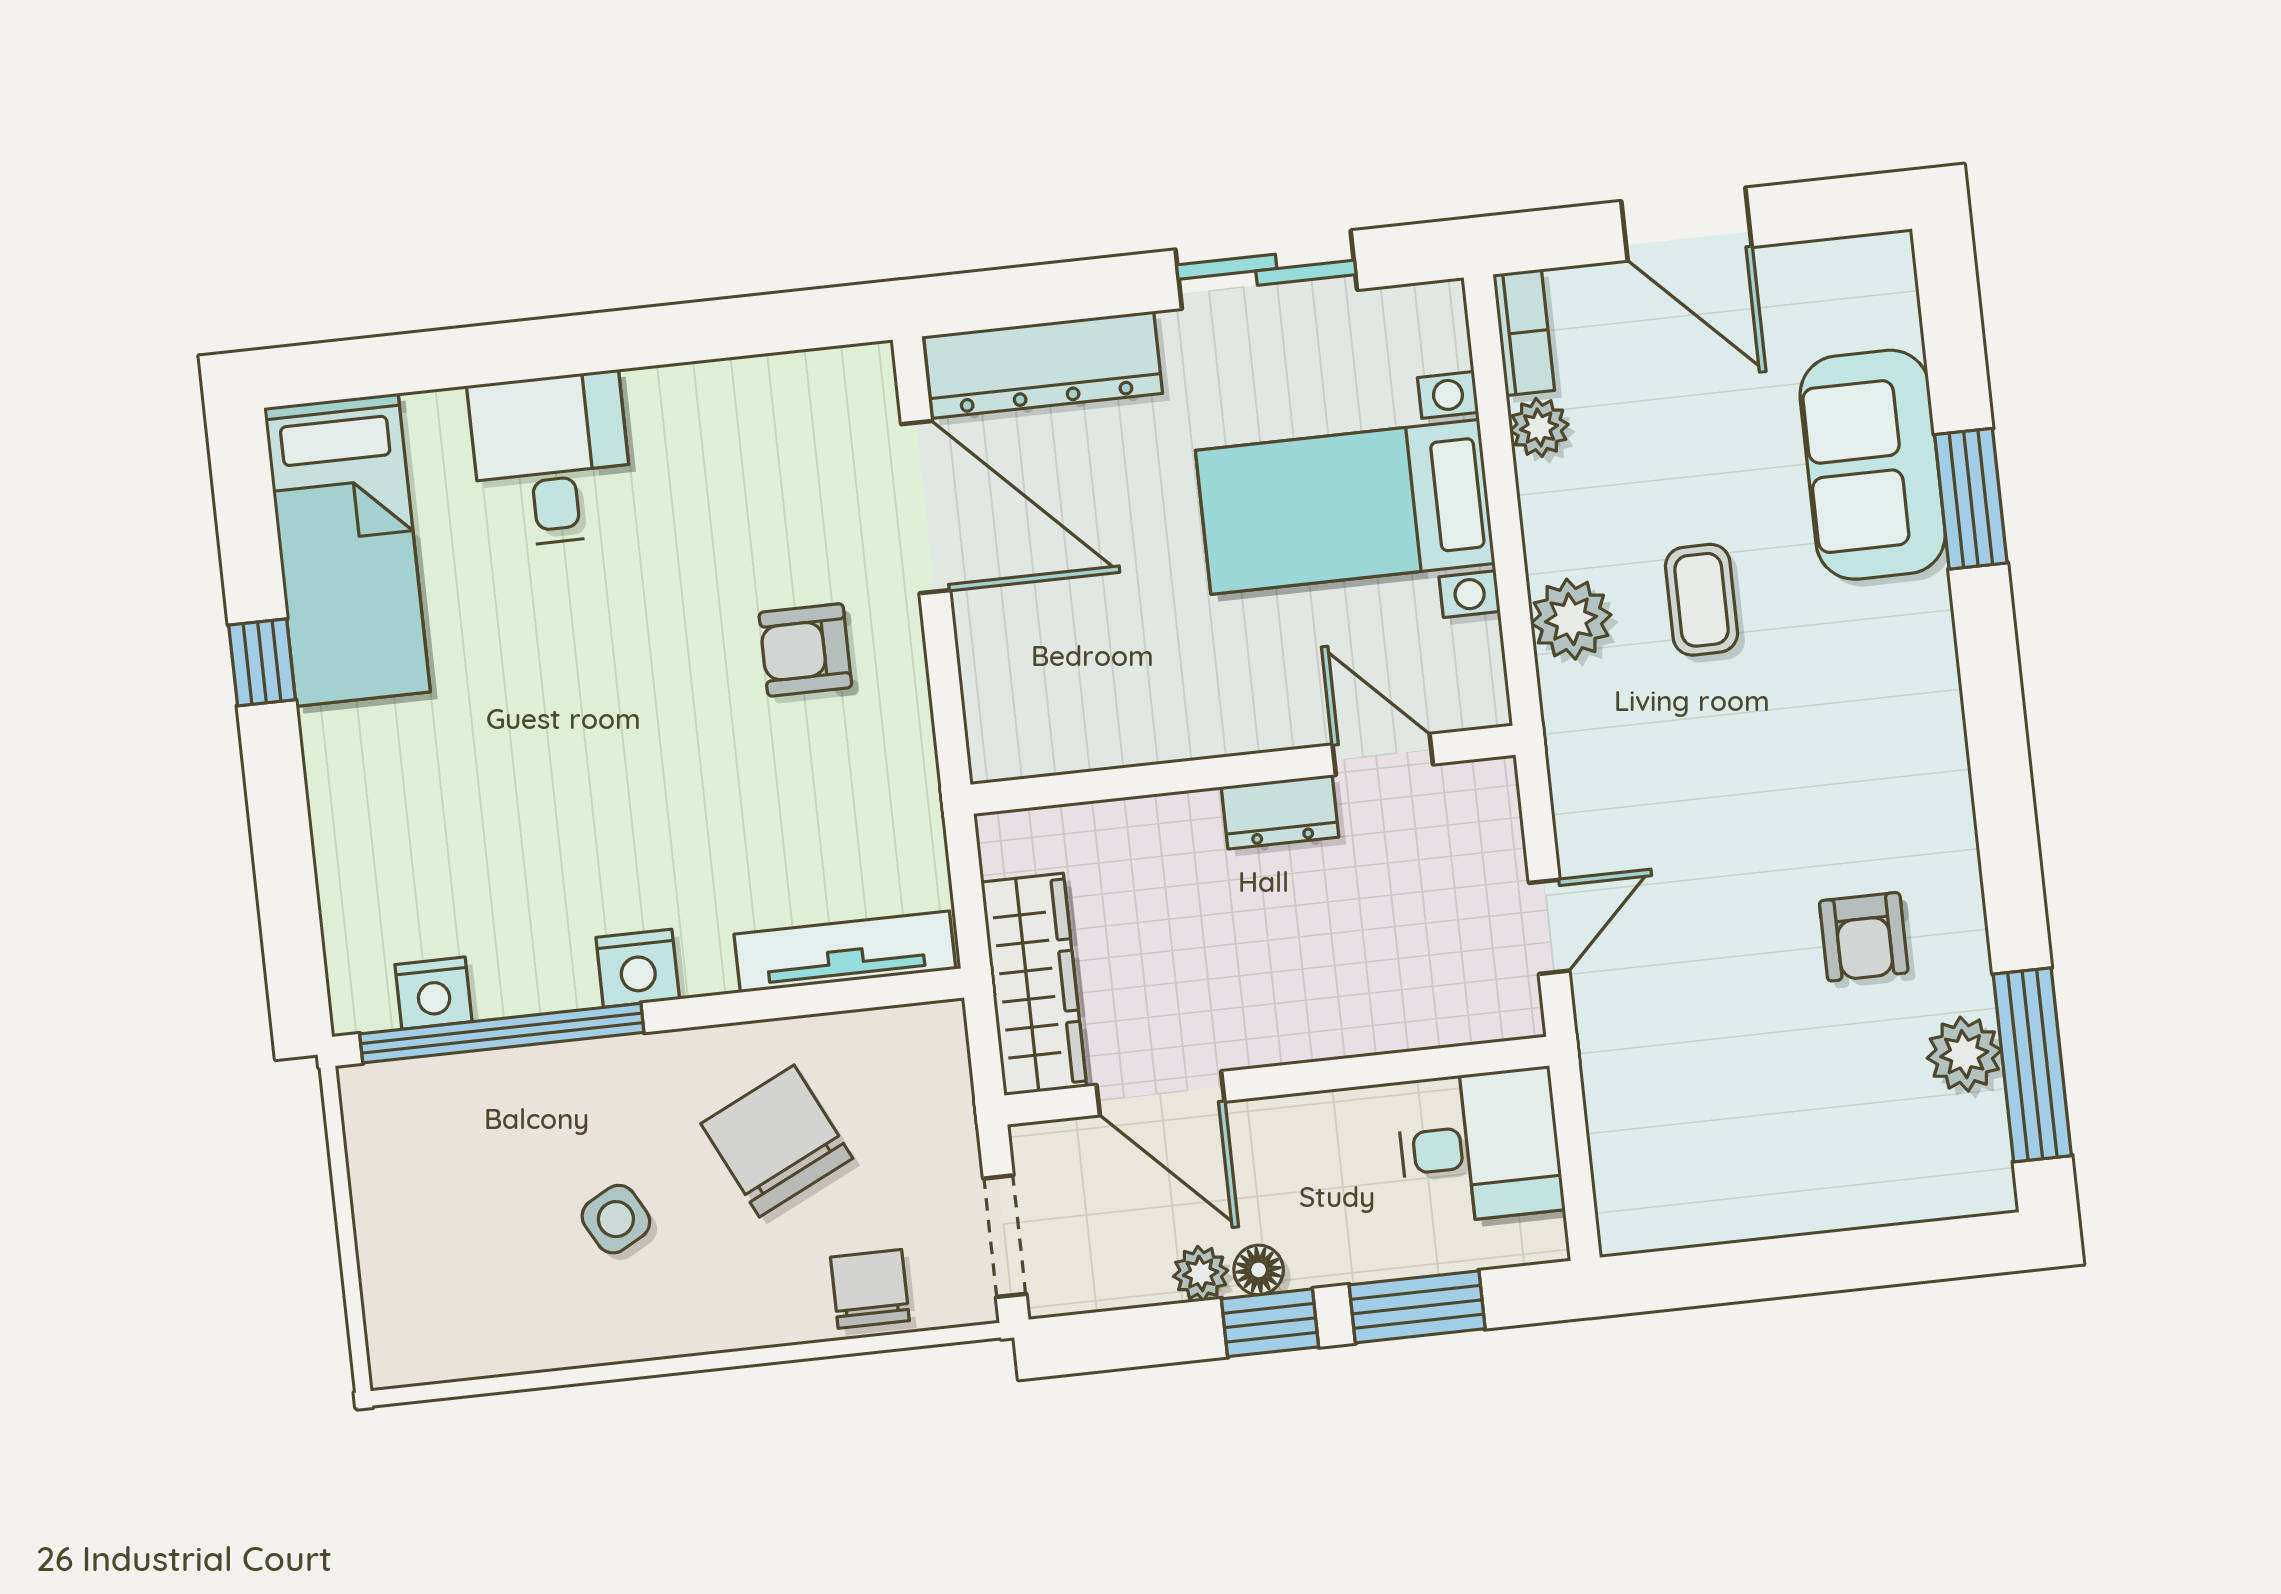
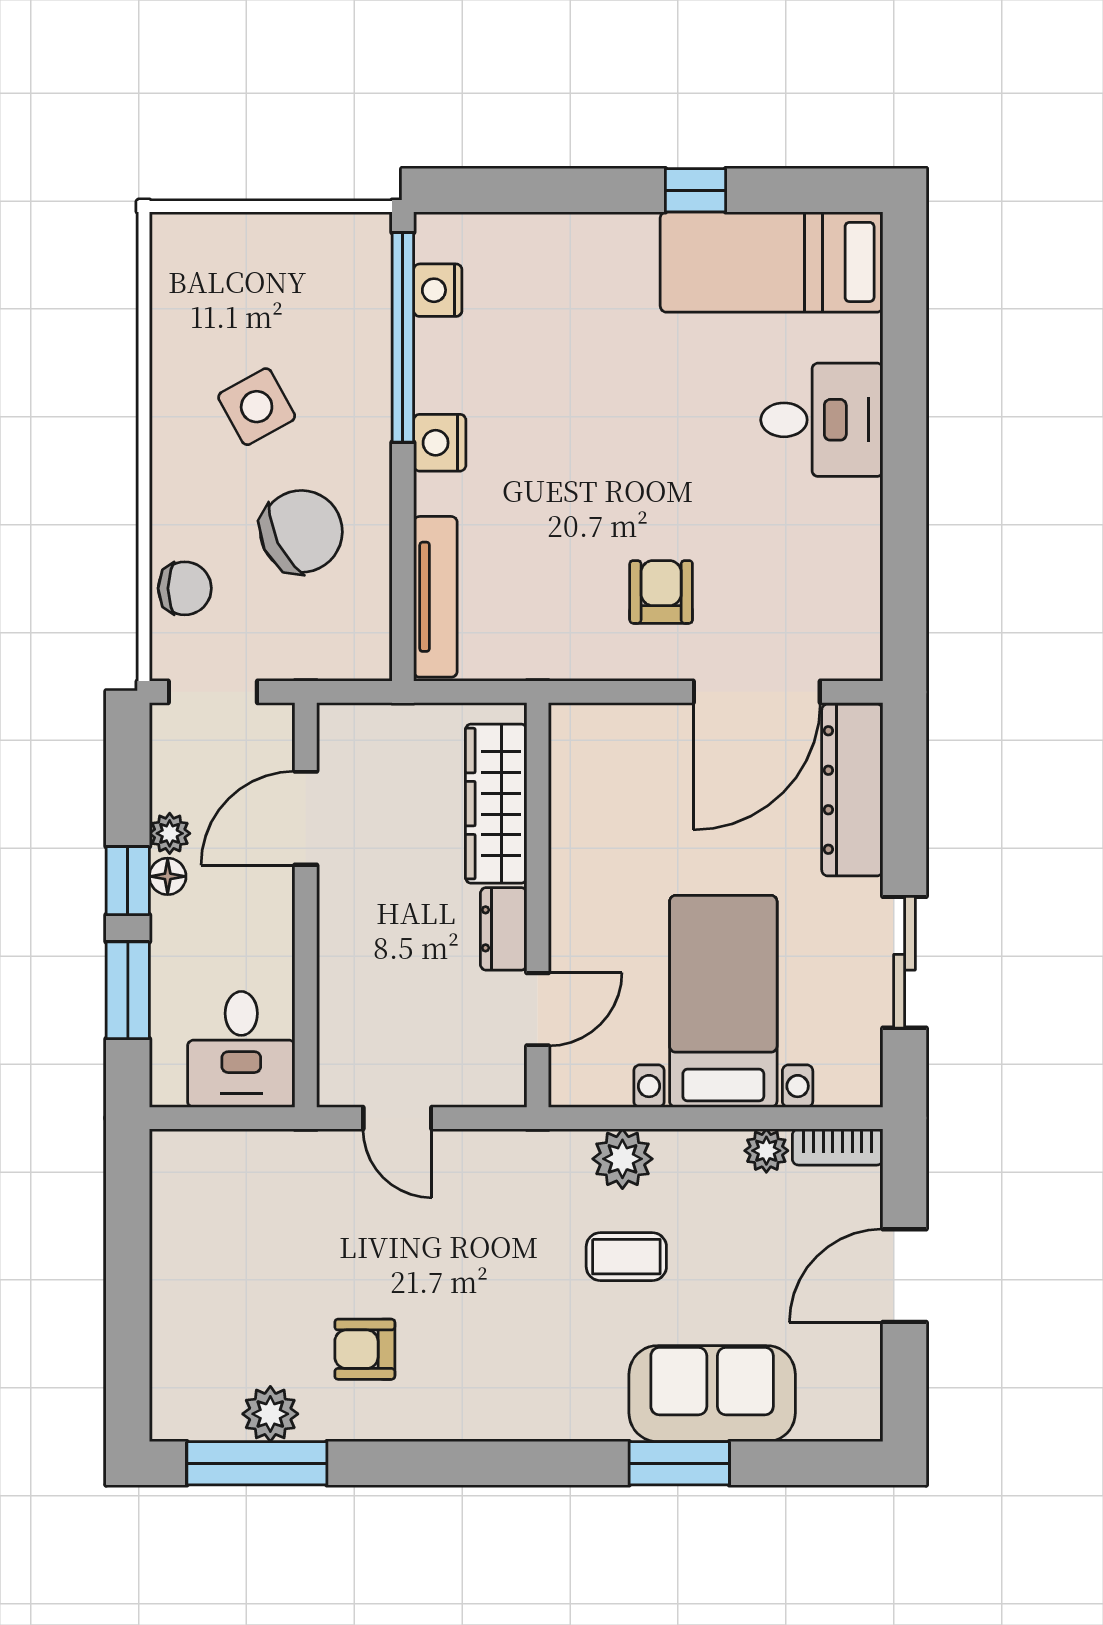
wardrobe: (1034, 984) -> (496, 804), moved, turned 90
side table: (616, 1219) -> (257, 407), width x1.37, depth x1.37

